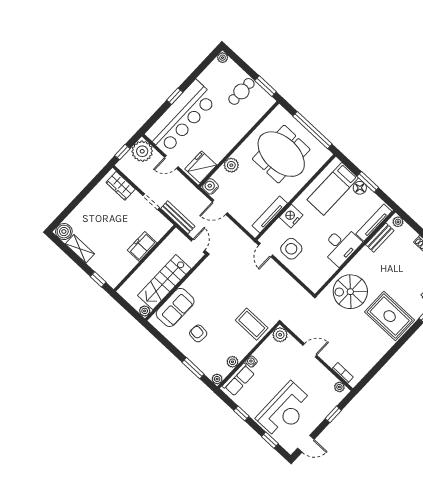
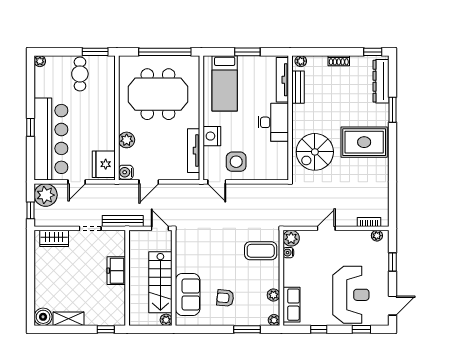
floor lamp: (360, 188) -> (245, 63), removed
water cooler: (251, 362) -> (288, 253), moved

